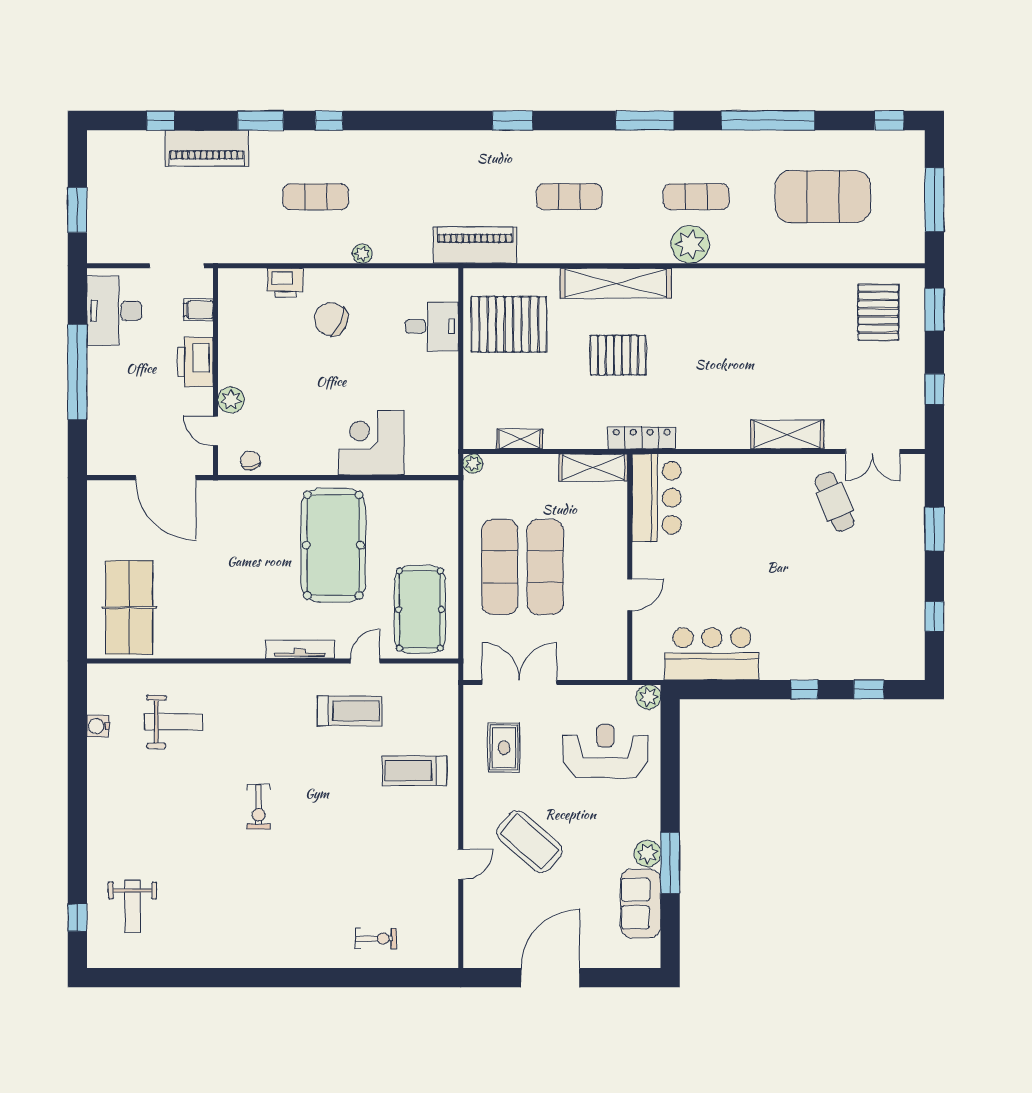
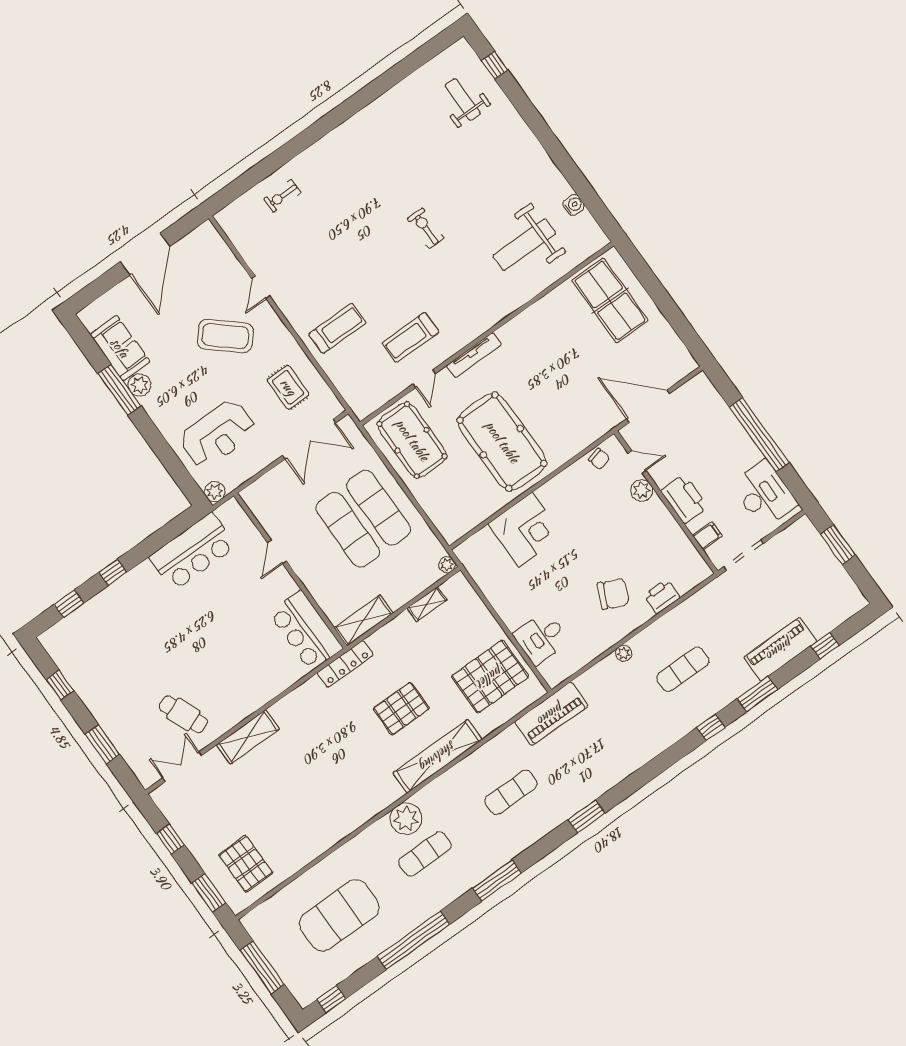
weight bench: (174, 722) -> (524, 245), width x1.36, depth x1.33

